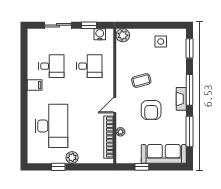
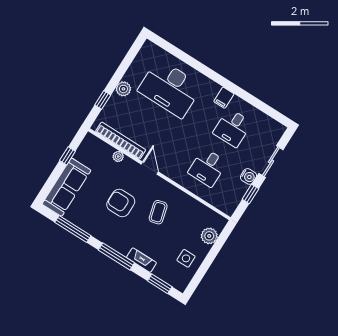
water cooler: (100, 34) -> (248, 176), moved
plant: (123, 35) -> (209, 236), moved
fireplace: (181, 99) -> (141, 260), moved
window: (58, 167) -> (103, 100), moved

